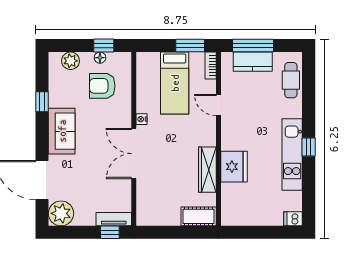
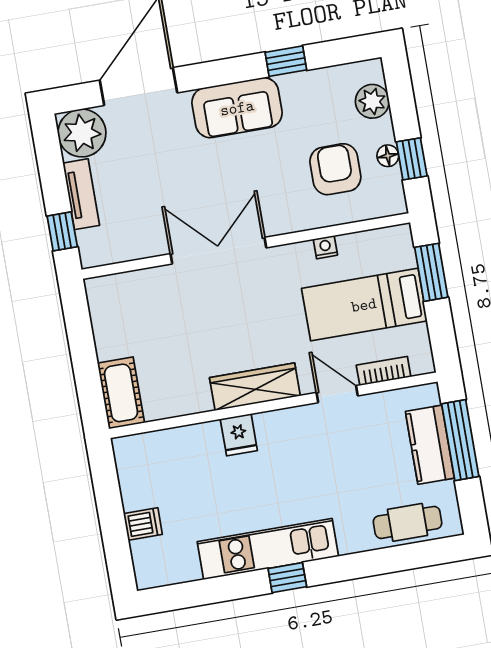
window: (190, 46) -> (431, 272), moved
bookcase: (211, 66) -> (384, 371), moved
door: (218, 105) -> (337, 394), hinge flipped
nightstand: (142, 119) -> (325, 247), moved
fridge: (234, 167) -> (239, 435), width x0.53, depth x0.75
wardrobe: (207, 170) -> (255, 387), moved
tv unit: (114, 219) -> (81, 194), moved
dishwasher: (293, 219) -> (143, 524), moved, turned 90

